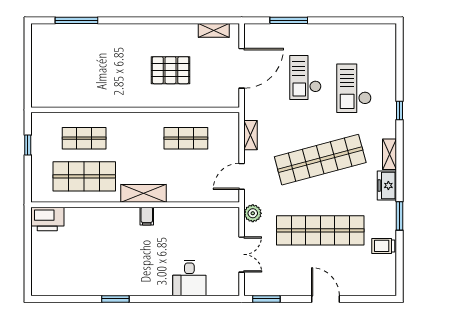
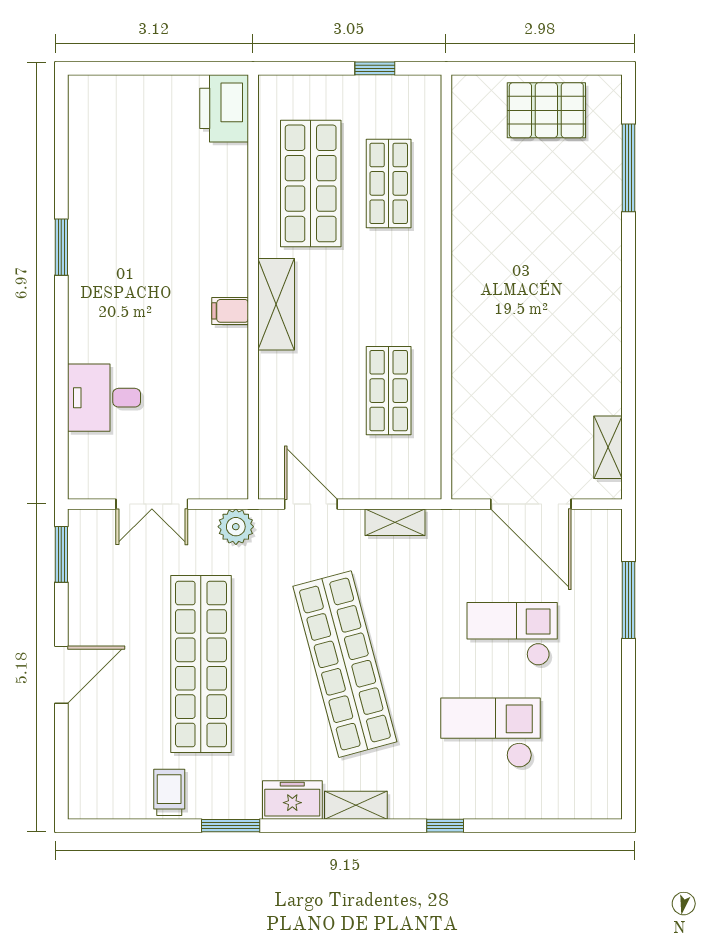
pallet: (171, 70) -> (546, 110), moved, turned 90

